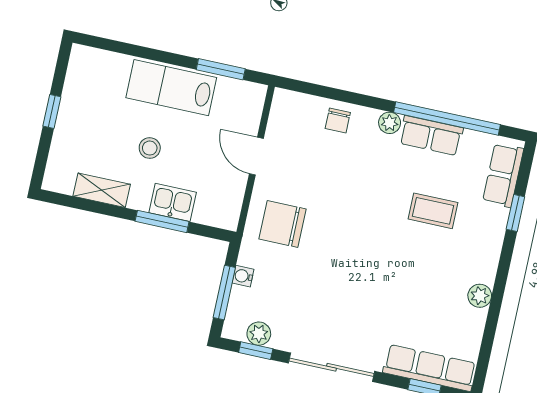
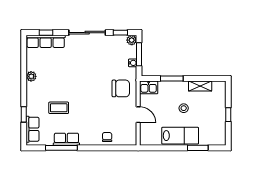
window: (221, 69) -> (198, 148), moved
window: (447, 119) -> (61, 148), width x0.68
plant: (390, 123) -> (85, 141), removed
kitchen sink: (173, 202) -> (149, 87), moved
plant: (259, 334) -> (132, 40), moved

